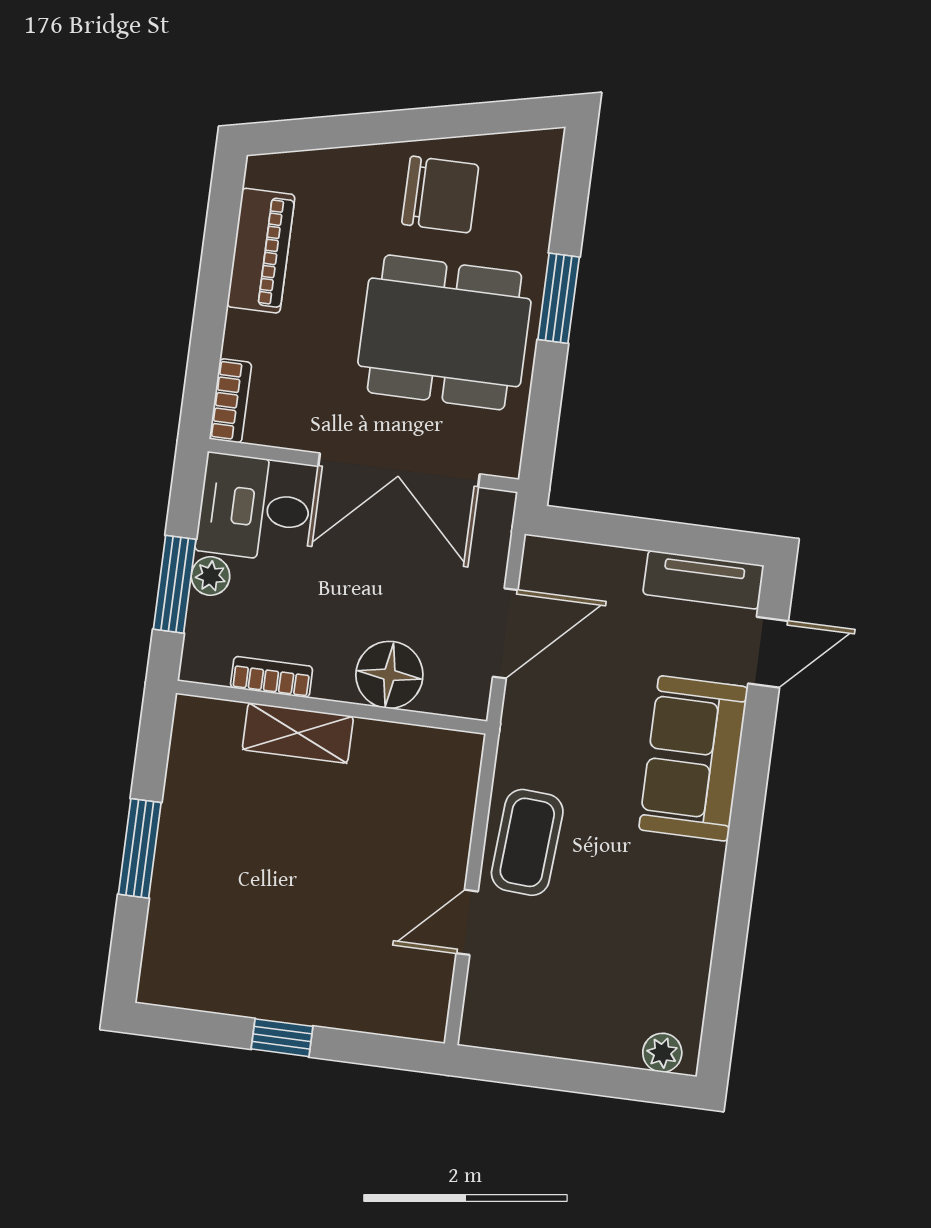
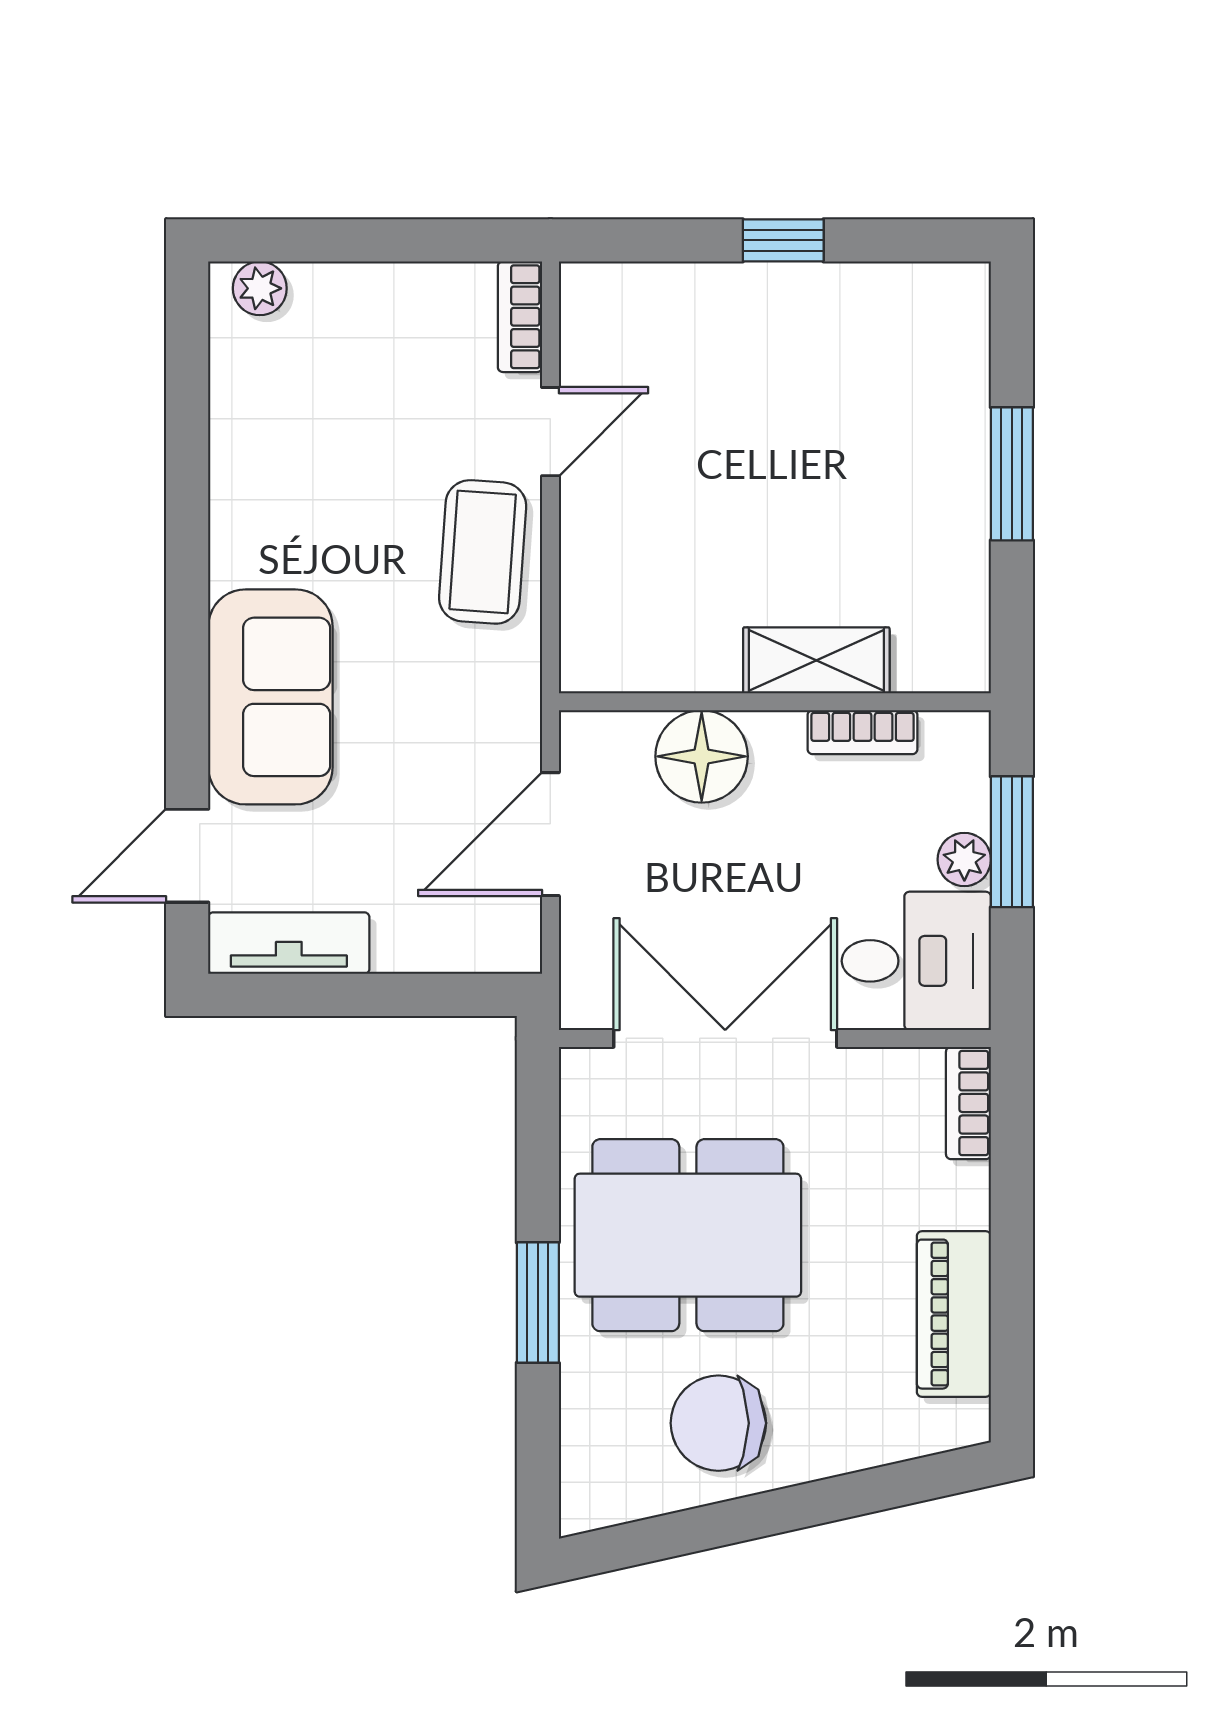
bookcase: (478, 1008) -> (520, 317), added

